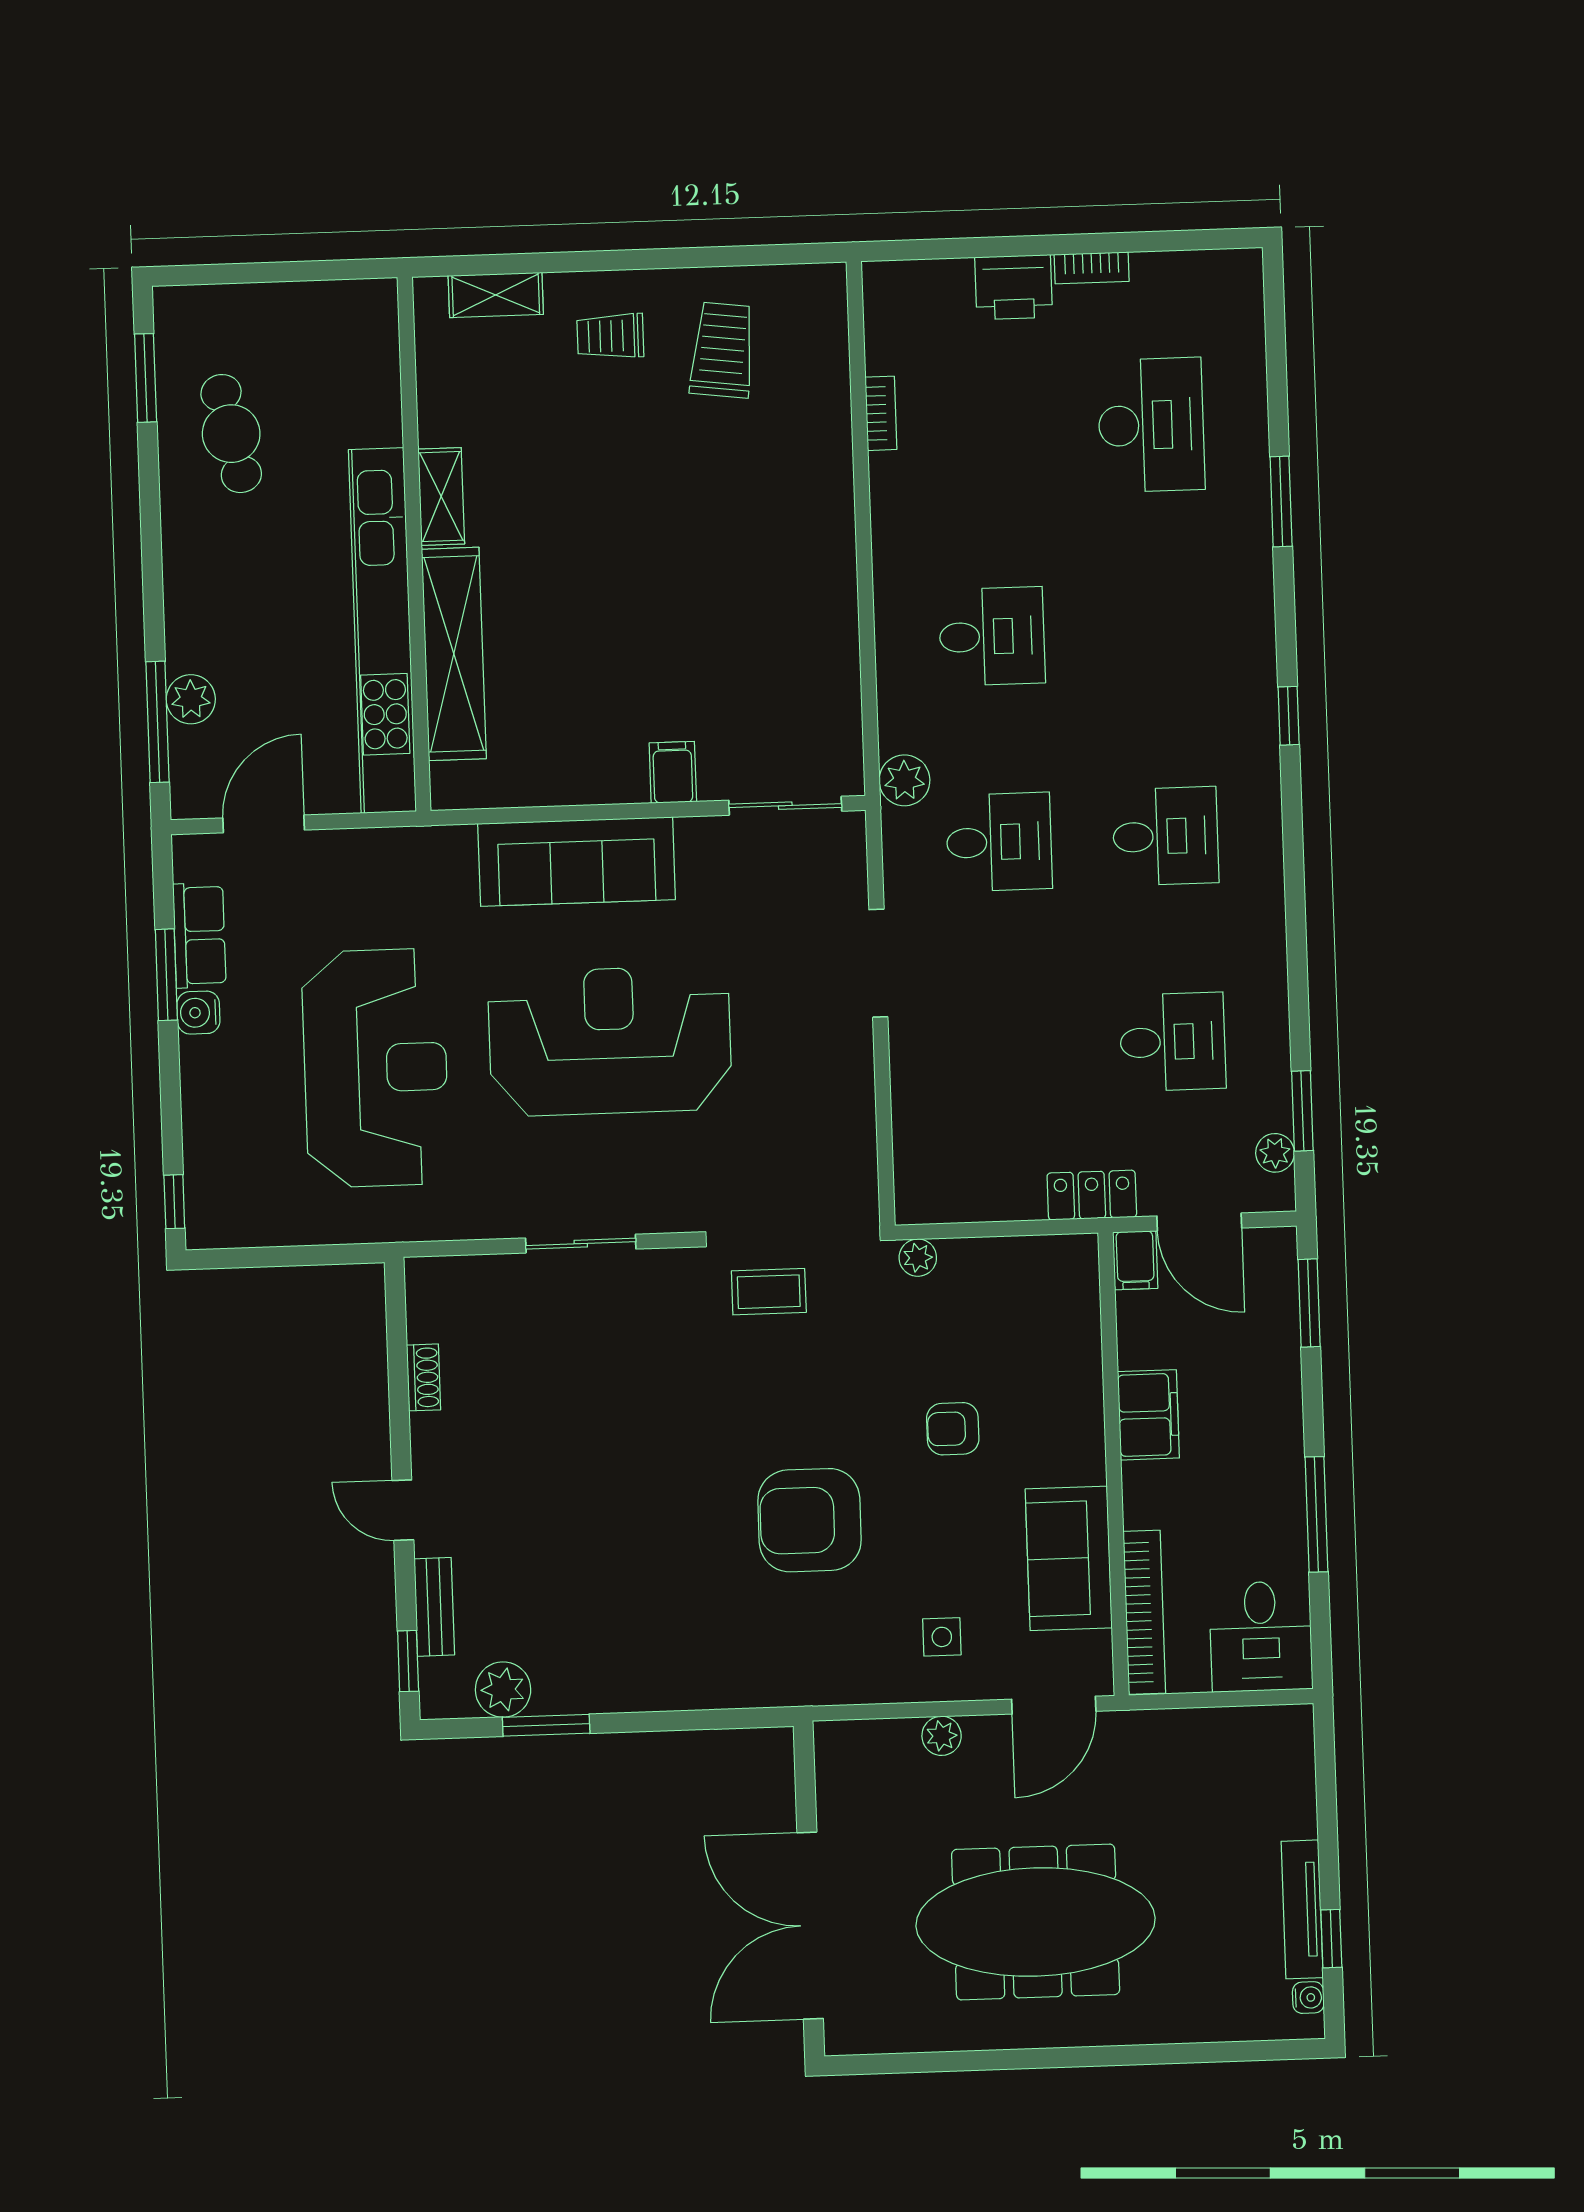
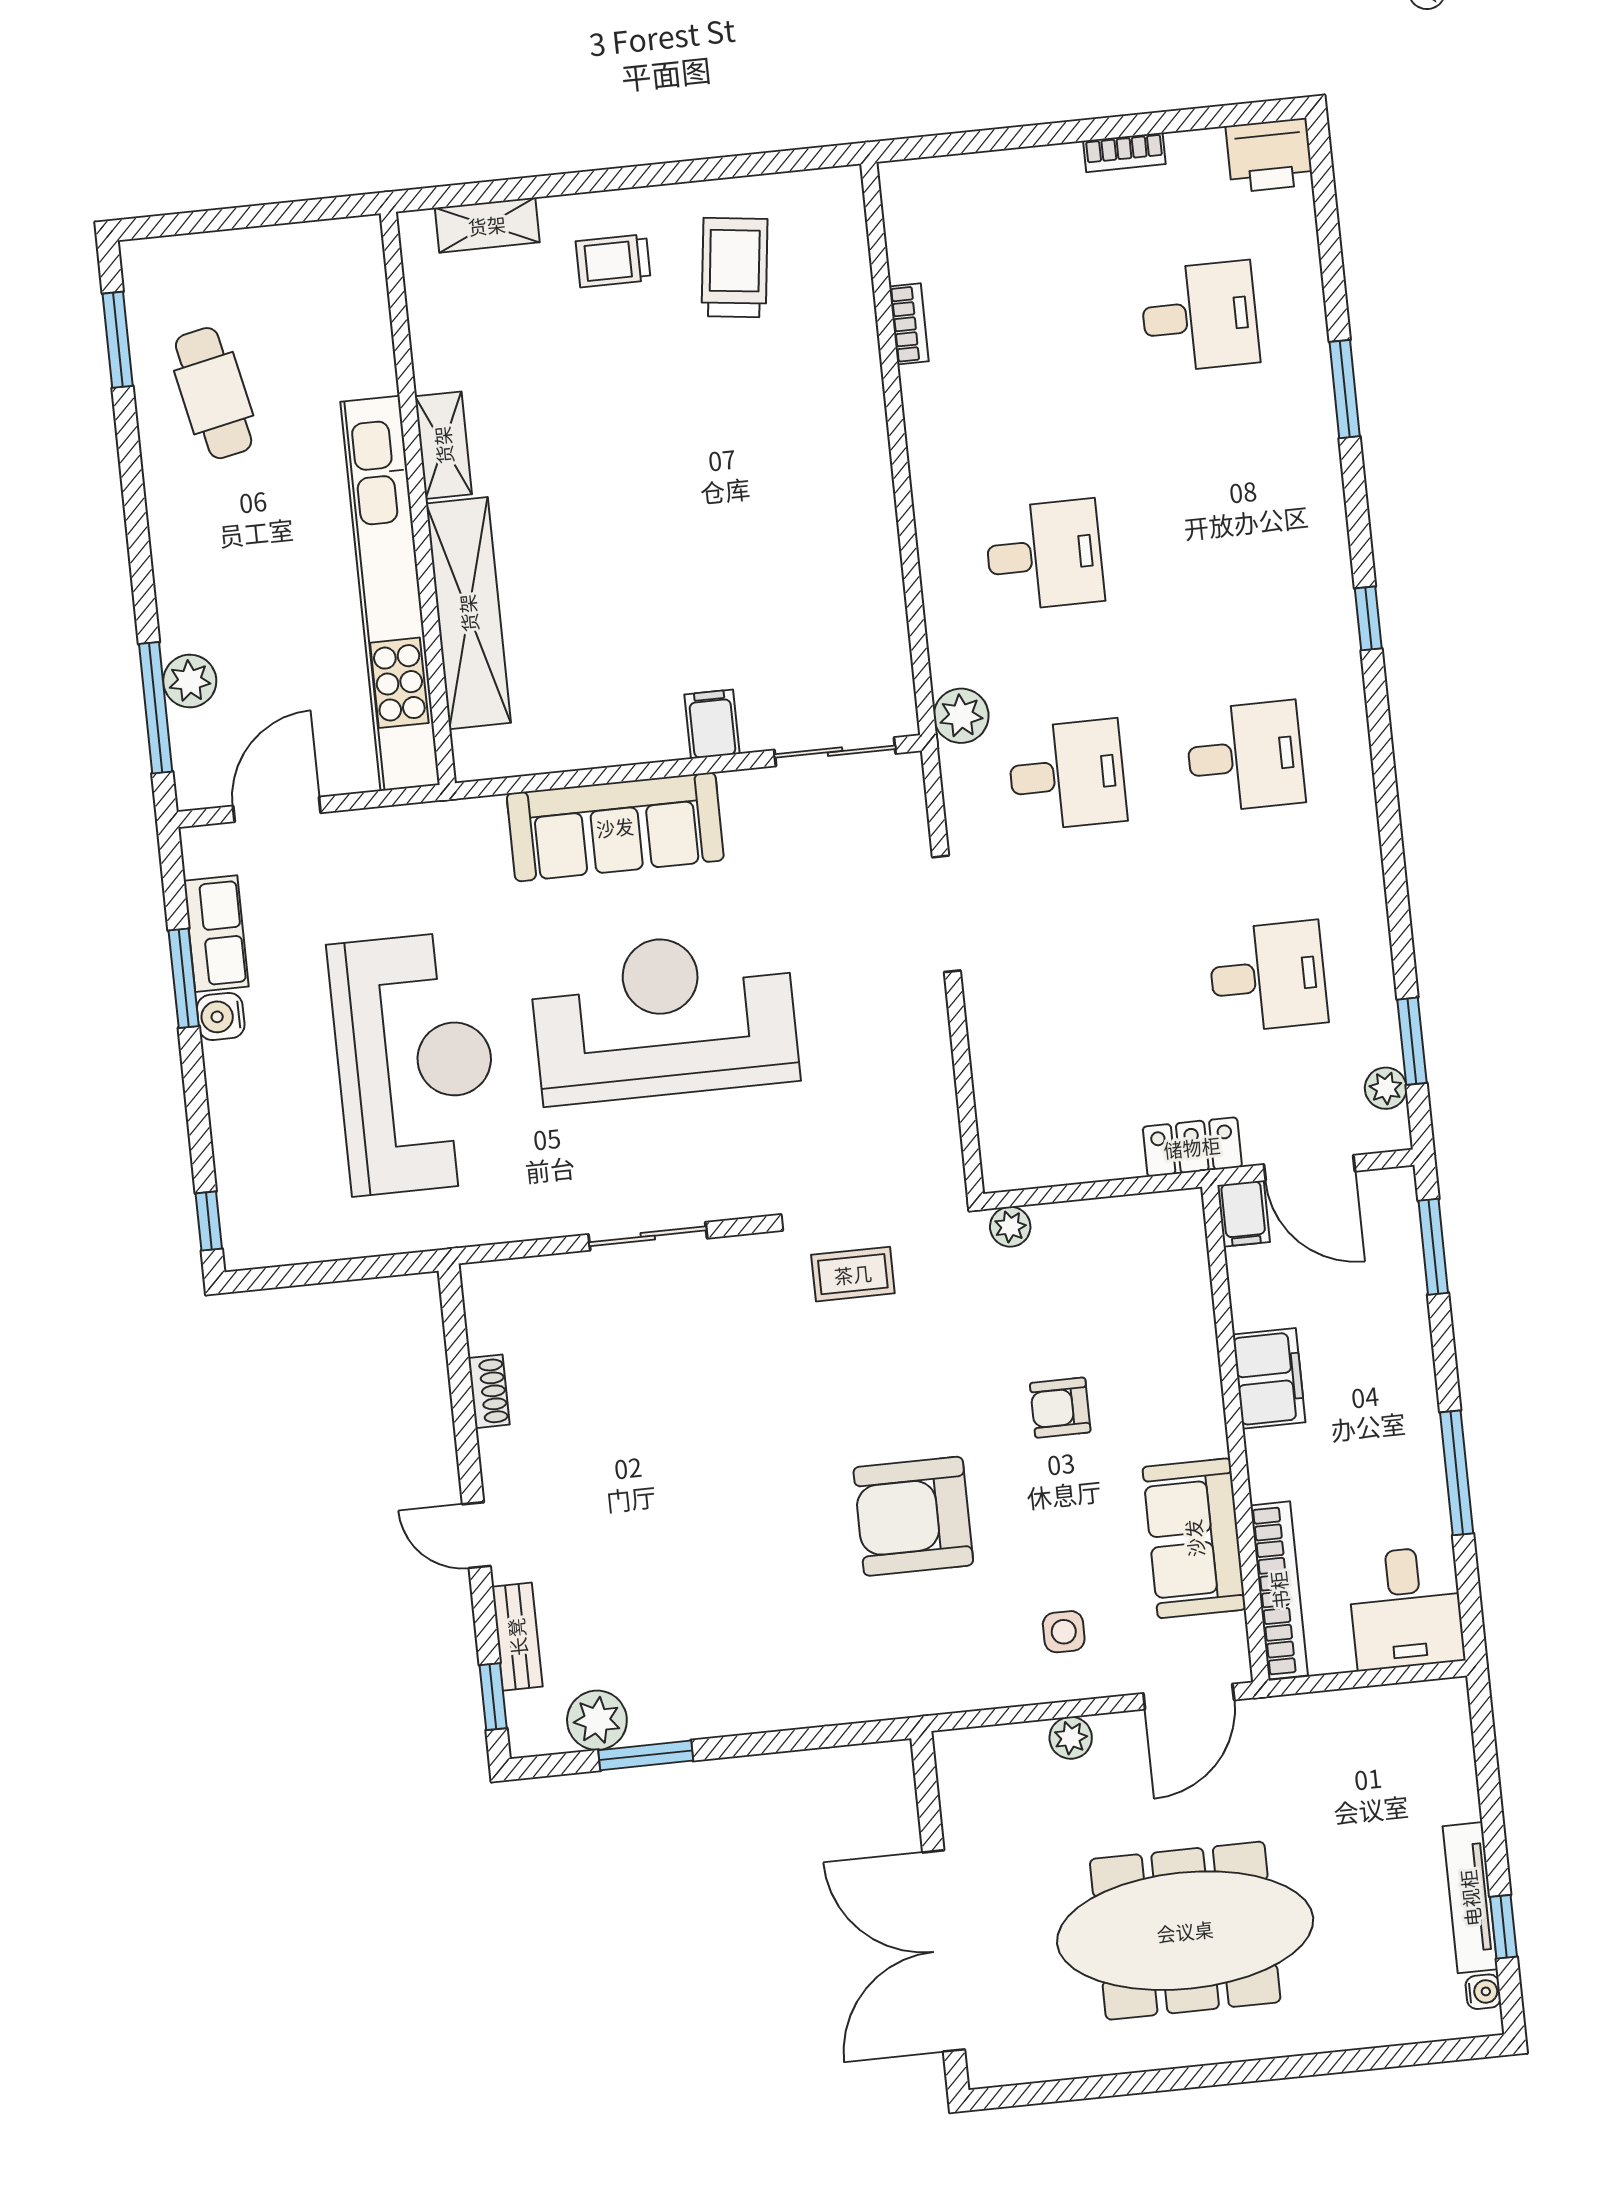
printer: (1014, 287) -> (1269, 155), moved
desk: (1151, 425) -> (1200, 317), width x0.73

